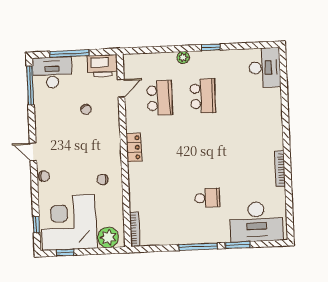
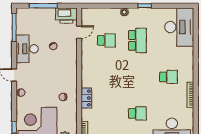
desk: (265, 68) -> (179, 27), width x1.36, depth x1.30
desk: (52, 73) -> (27, 49), moved, turned -90
school desk: (160, 98) -> (106, 40), width x0.54
school desk: (248, 145) -> (168, 77), added
locker: (134, 147) -> (86, 98), moved

